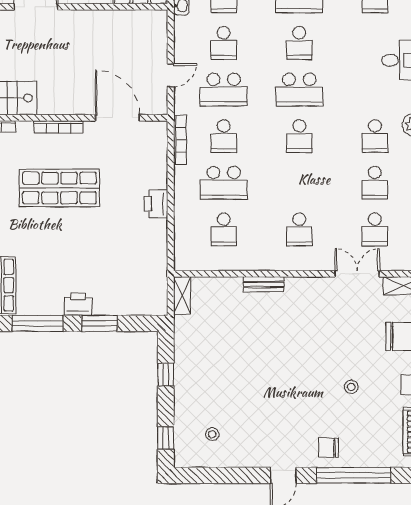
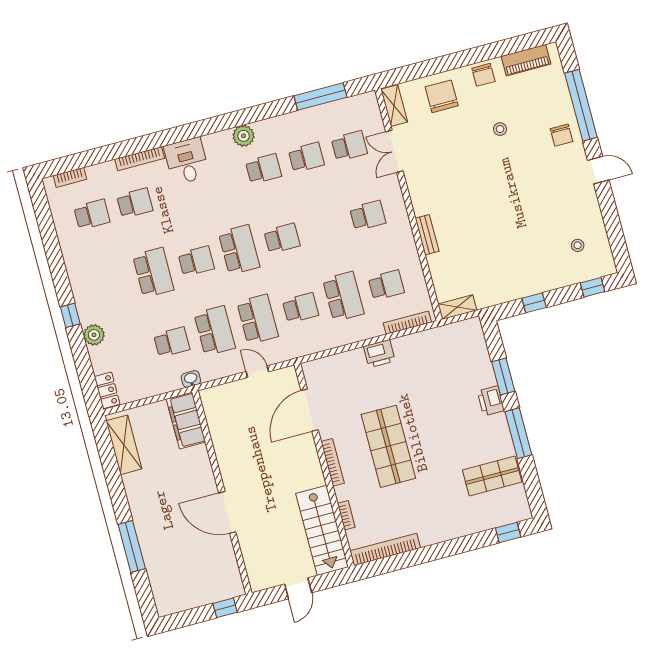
school desk: (224, 43) -> (215, 331), width x1.85
bookcase: (180, 140) -> (407, 323), moved

